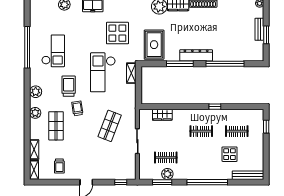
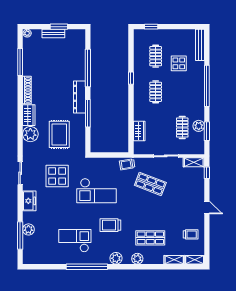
rug: (154, 45) -> (59, 134), moved, turned 90
window: (27, 47) -> (87, 267), moved
shelving: (131, 73) -> (194, 162), moved
trolley: (77, 108) -> (127, 164), moved

